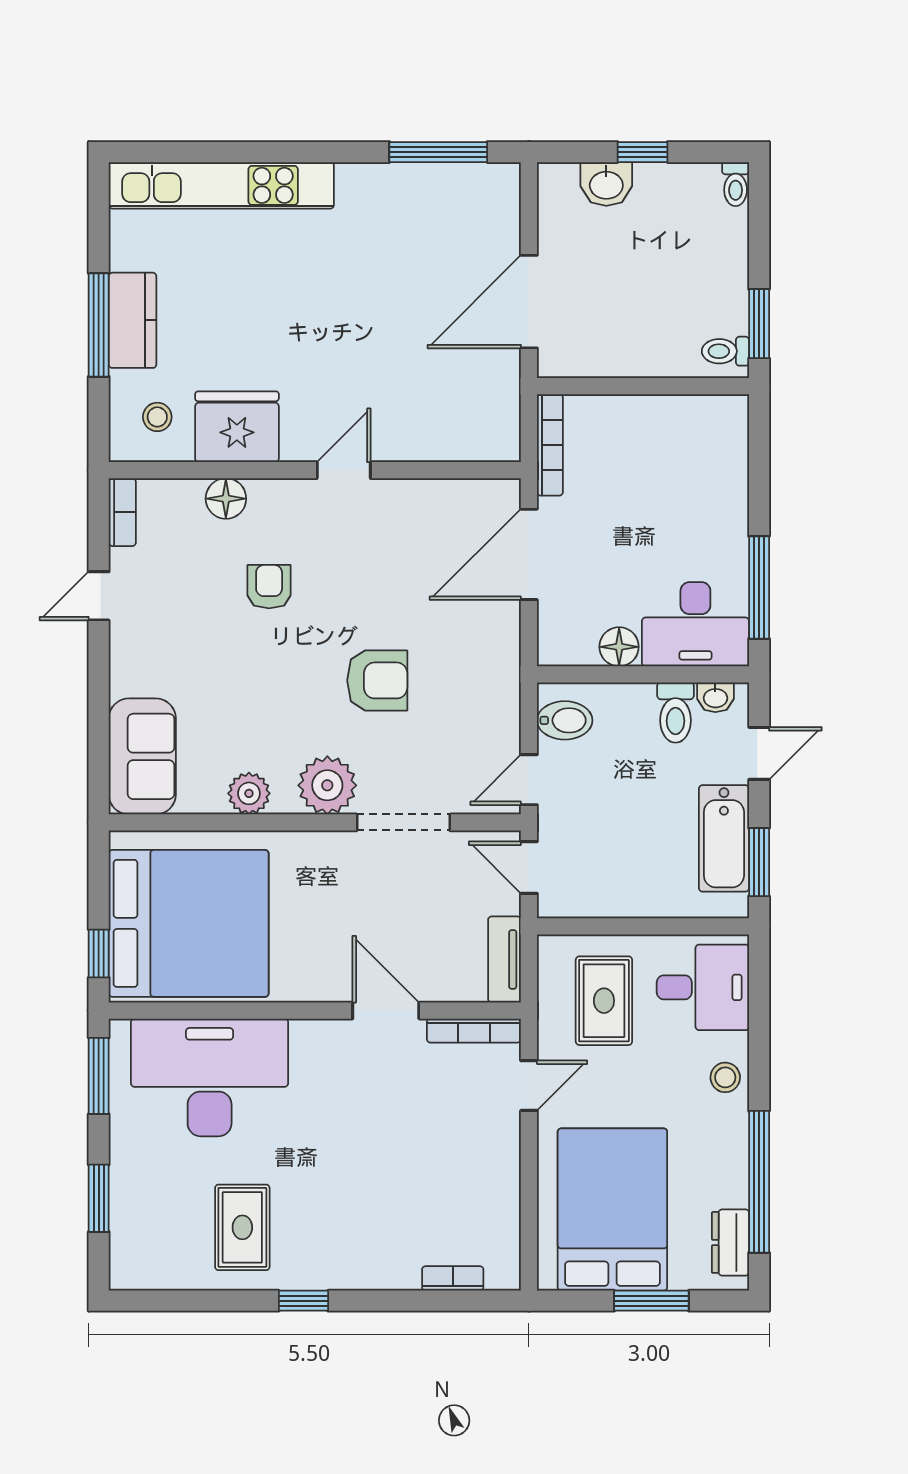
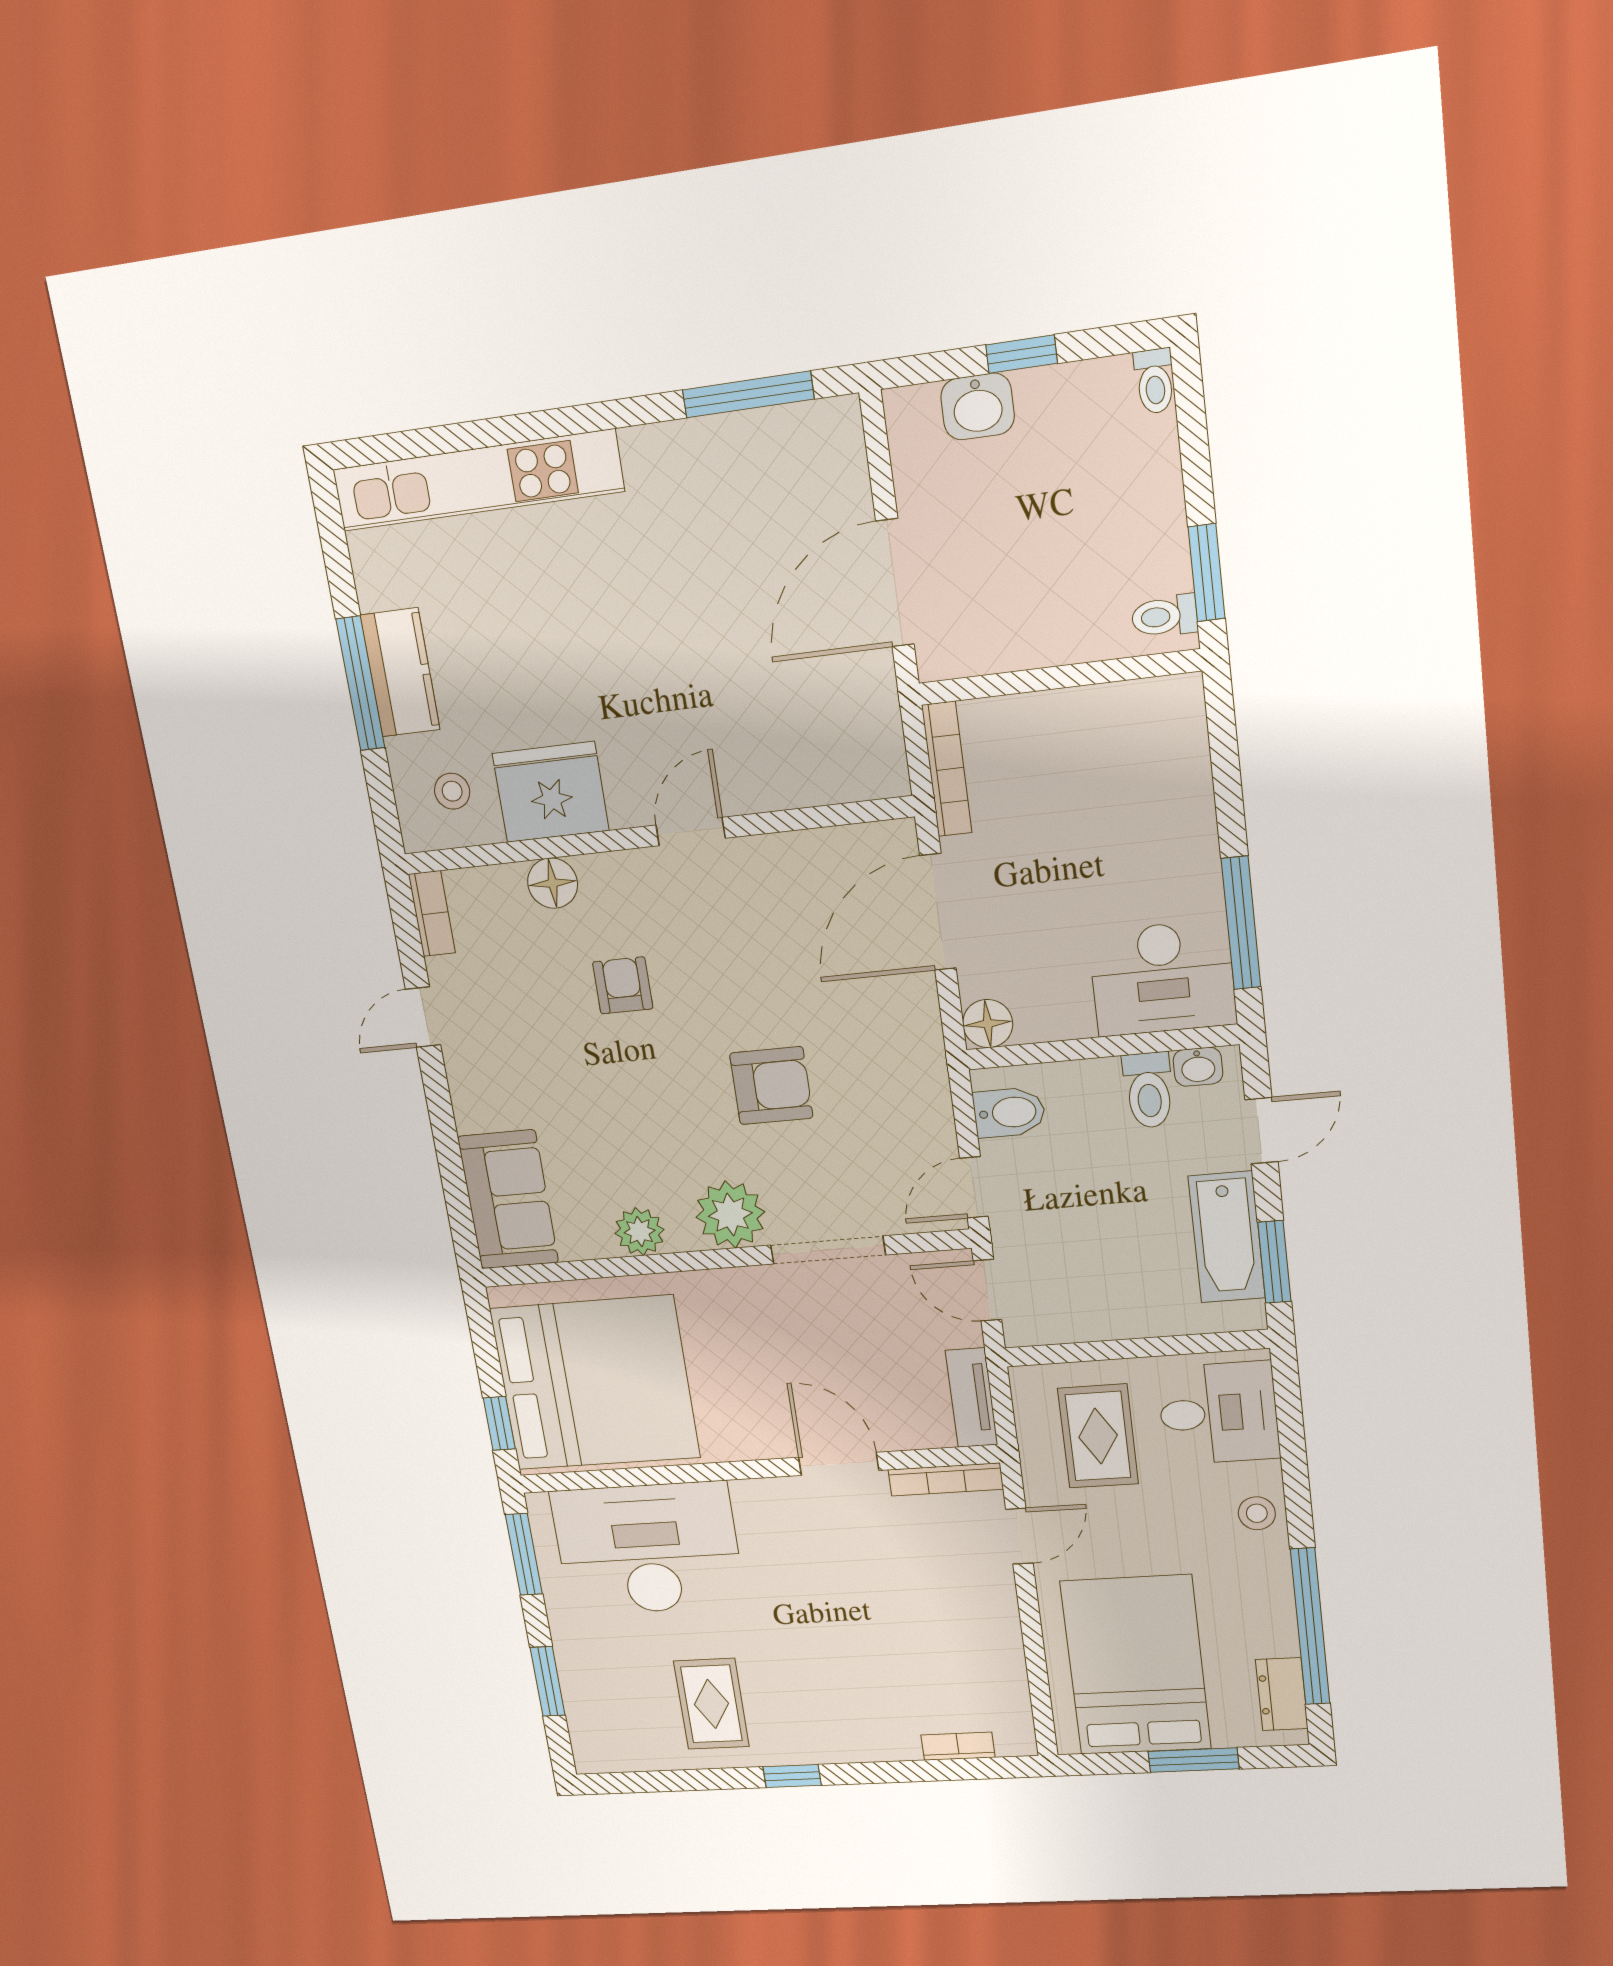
floor lamp: (619, 647) -> (988, 1024), moved

